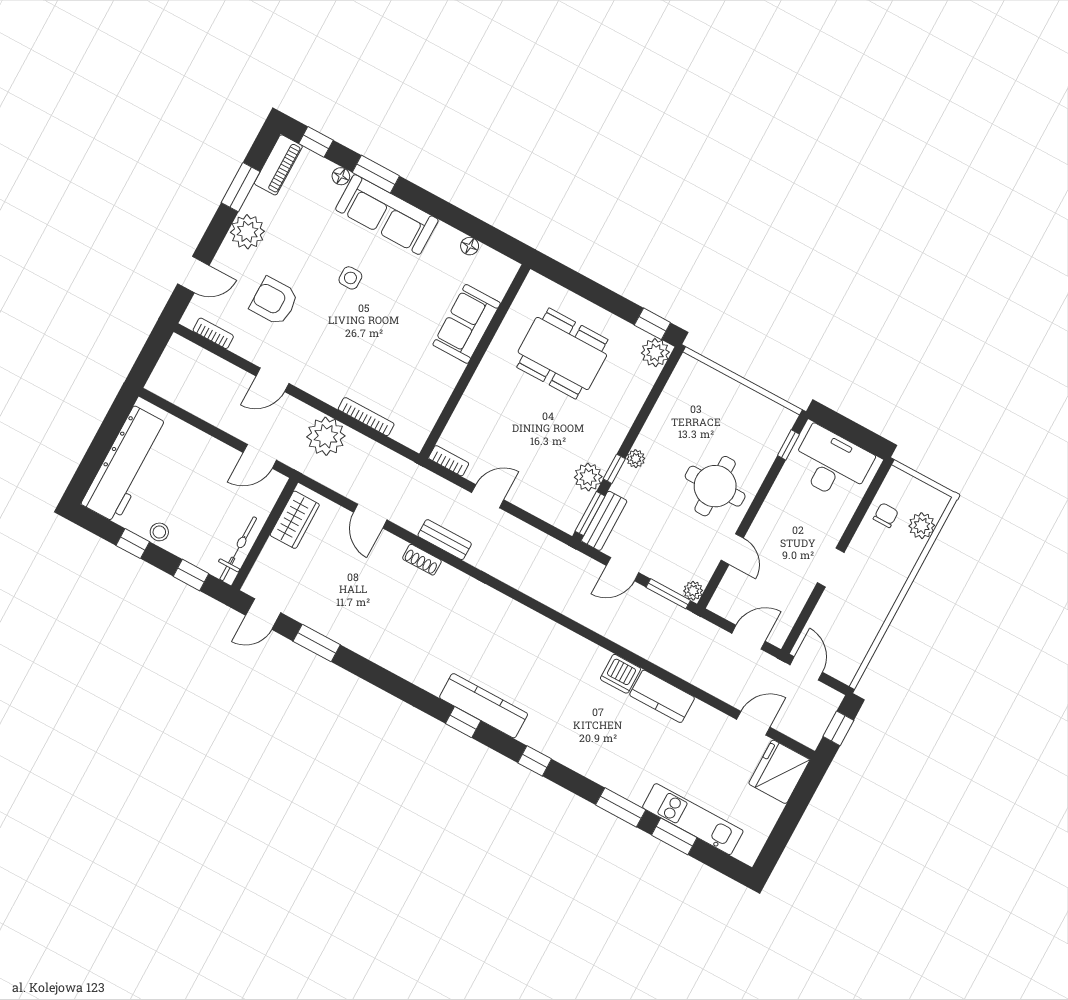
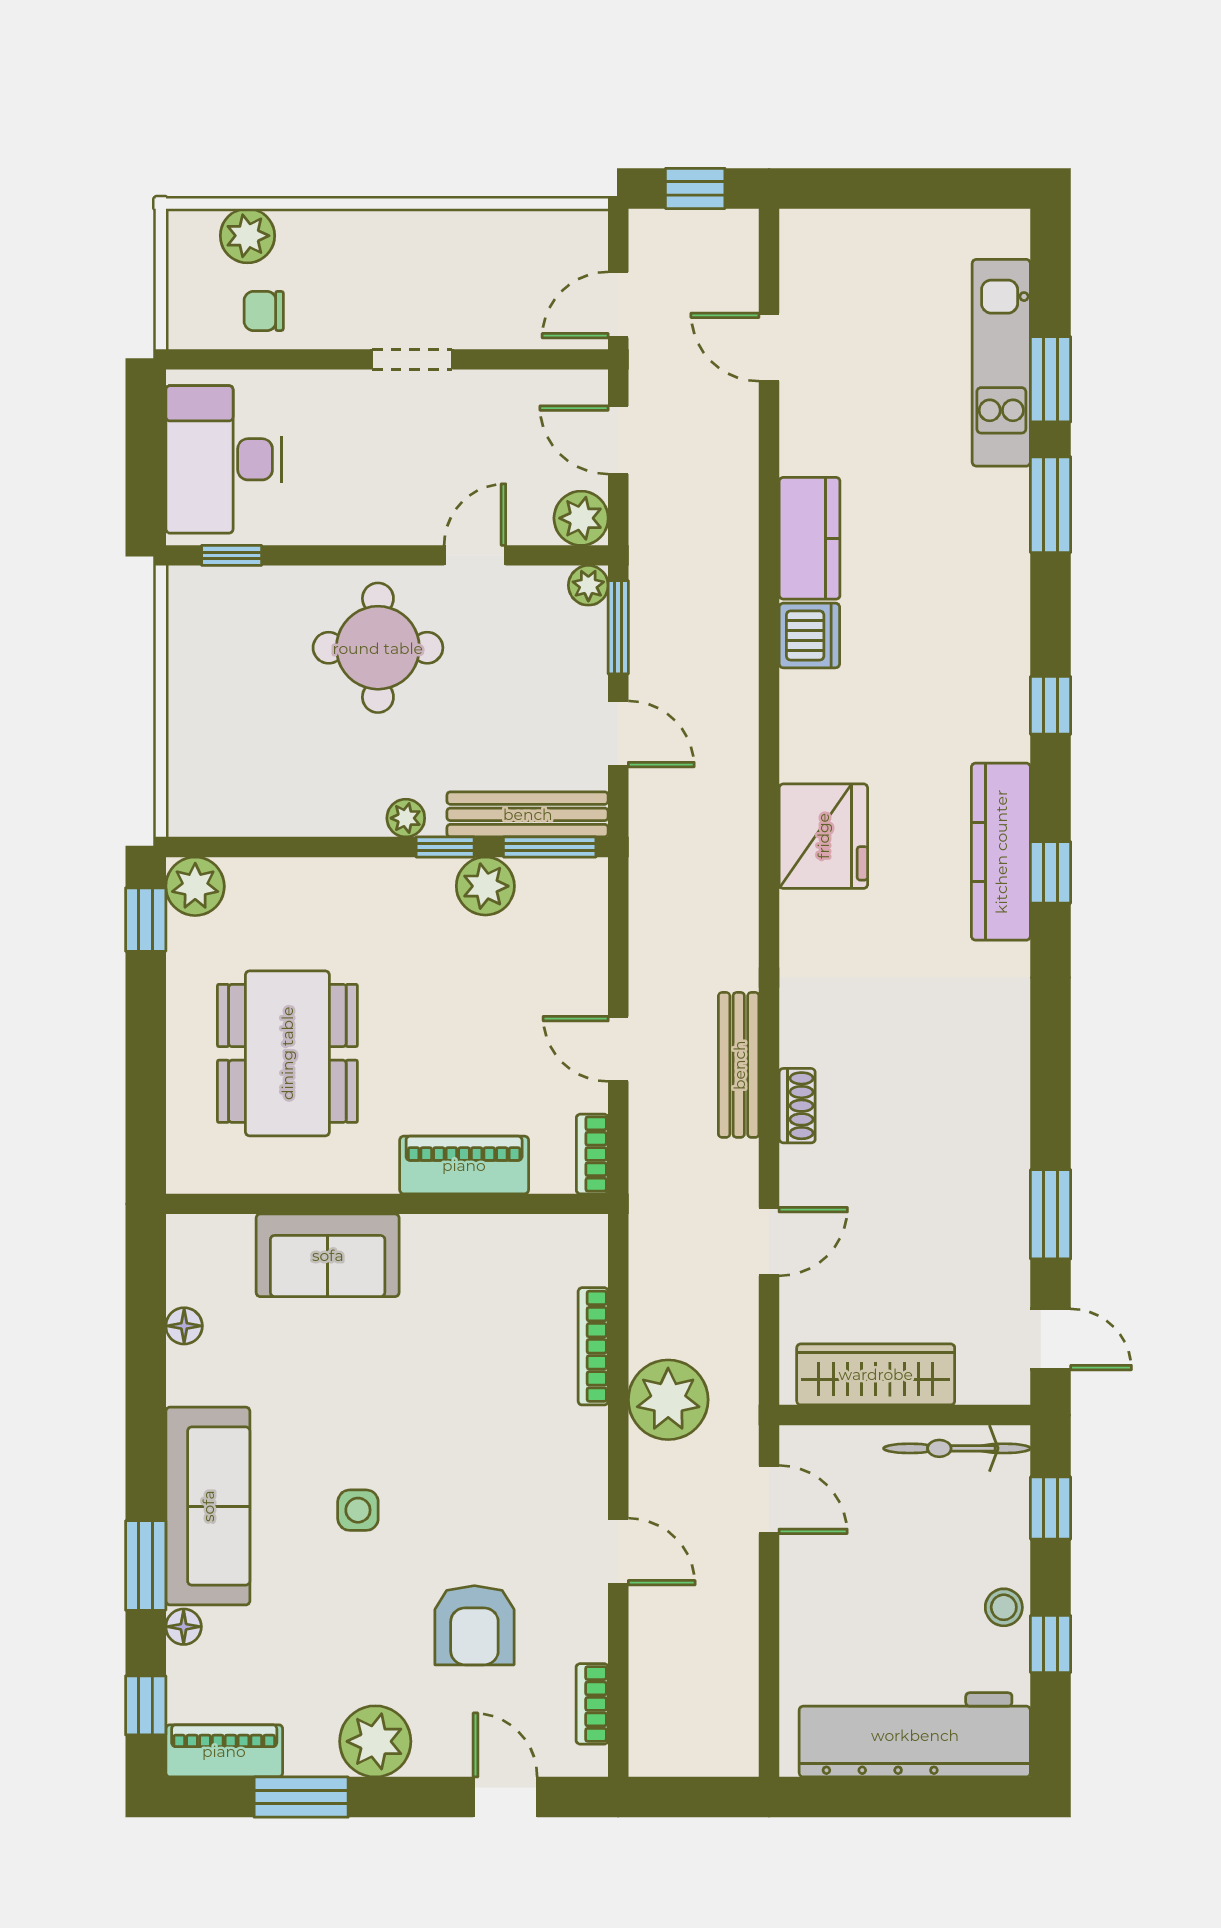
piano: (474, 403) -> (464, 1165), added
wardrobe: (295, 520) -> (876, 1374), width x1.50
bench: (604, 521) -> (528, 814), width x1.36
bench: (445, 540) -> (739, 1065), width x1.36
plant: (724, 603) -> (581, 518), added
fridge: (779, 772) -> (823, 836), moved, turned -90

